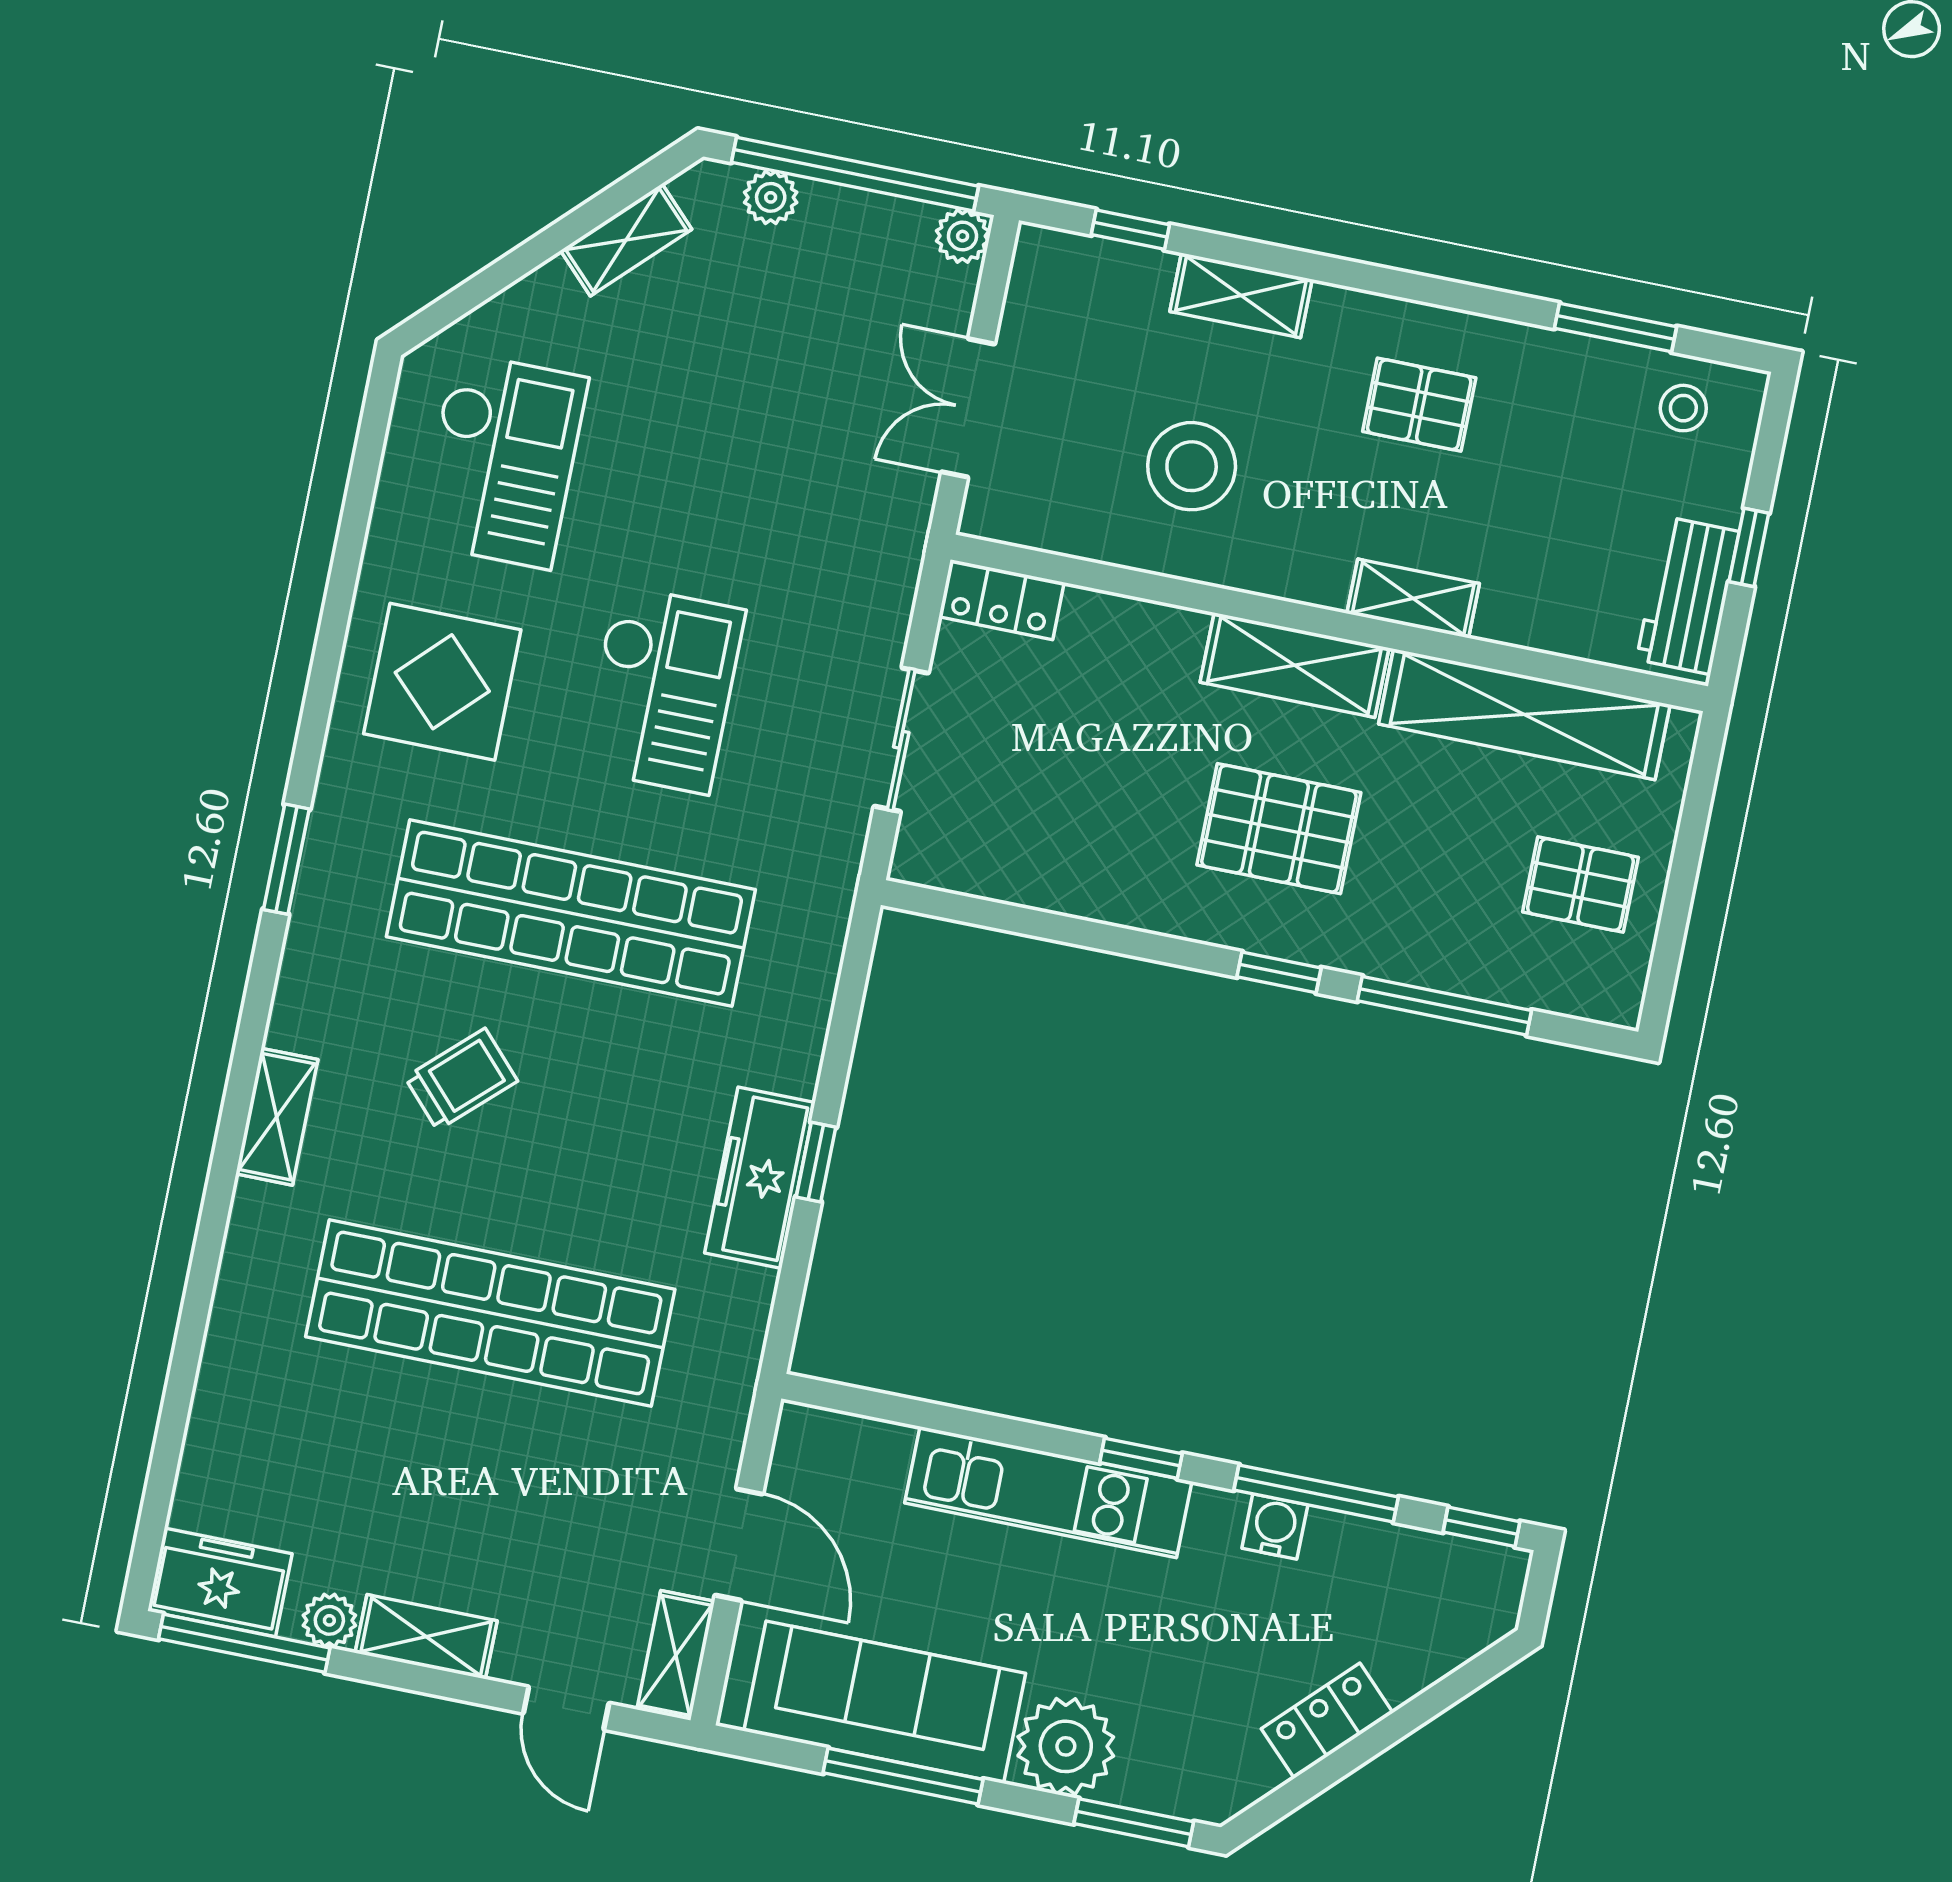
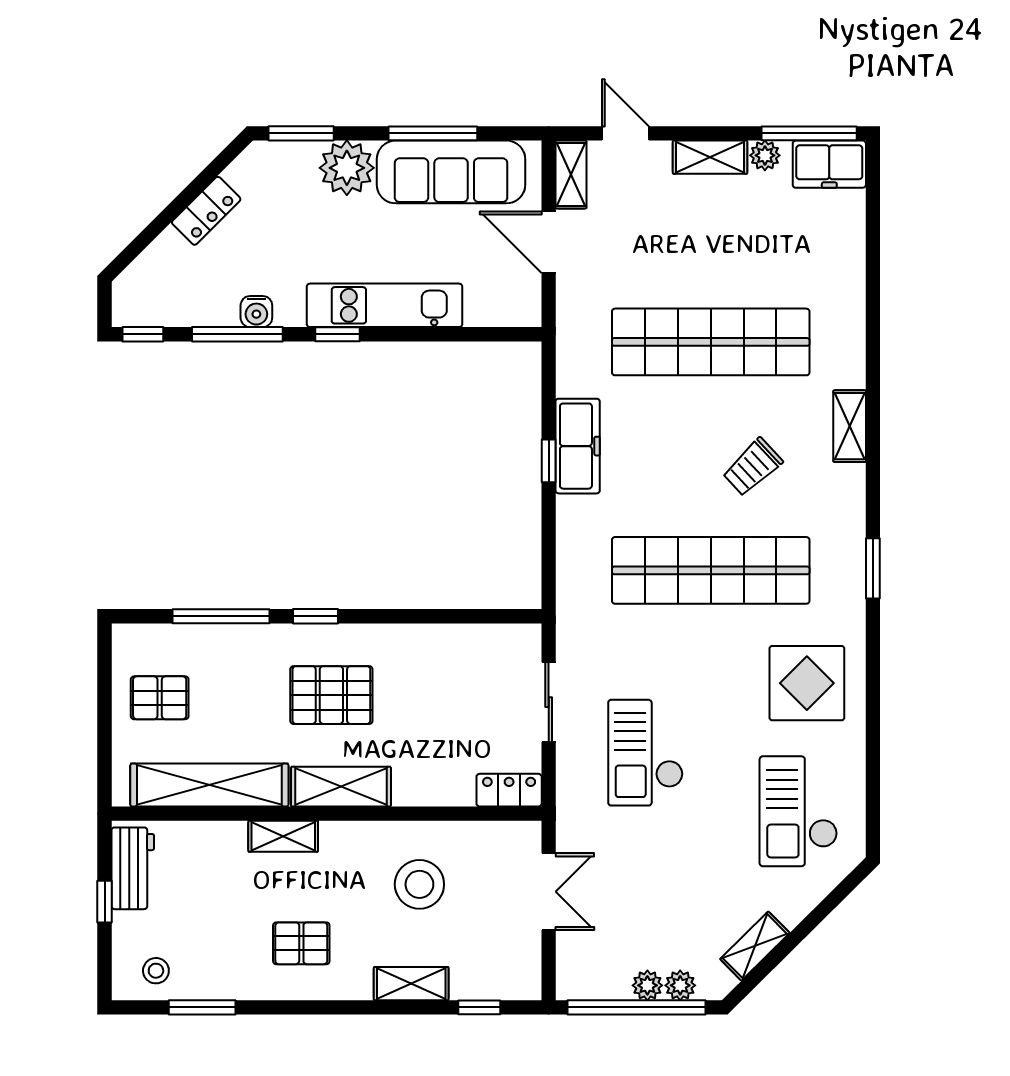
plant: (963, 236) -> (647, 985), moved
checkout: (662, 690) -> (646, 753), moved

